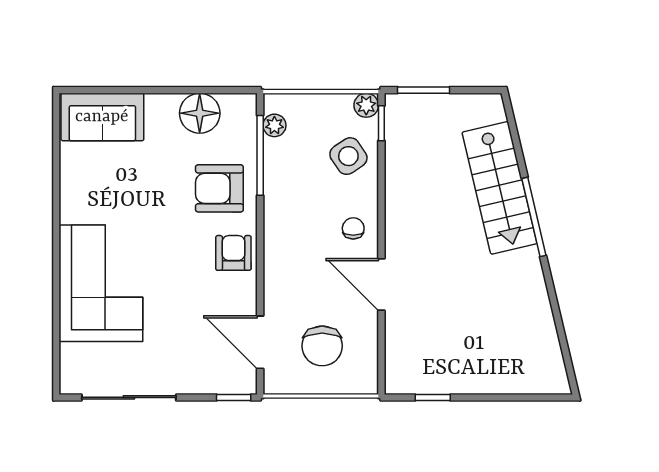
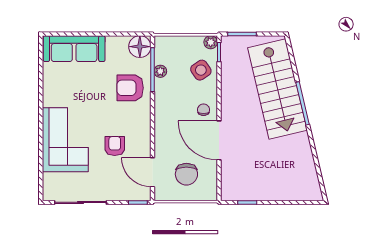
floor lamp: (200, 113) -> (140, 47), moved
sofa: (102, 117) -> (74, 49), width x1.36
plant: (274, 125) -> (160, 71), moved
stairs: (500, 188) -> (277, 89), width x1.36, depth x1.51
armchair: (233, 253) -> (115, 146), moved
door: (381, 284) -> (219, 140), width x1.36

